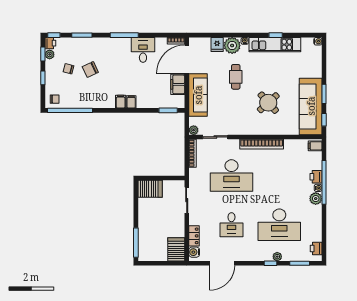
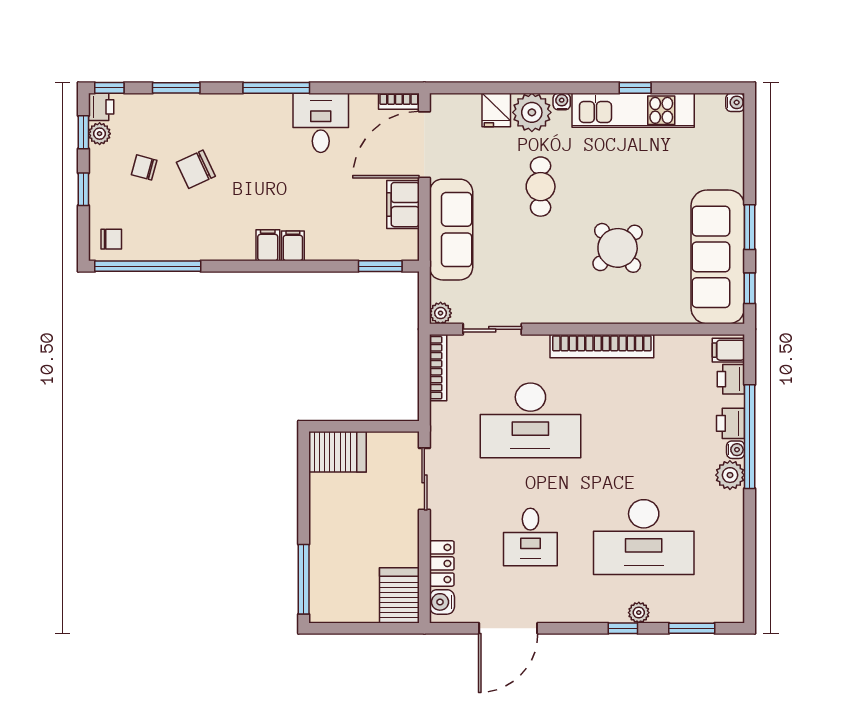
printer: (316, 249) -> (731, 379), moved

